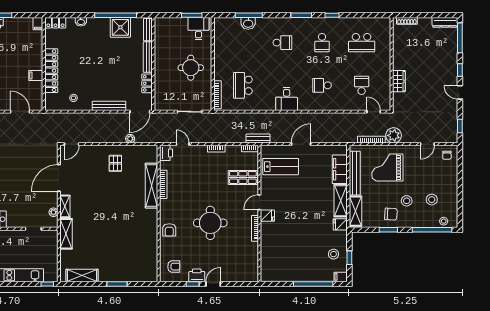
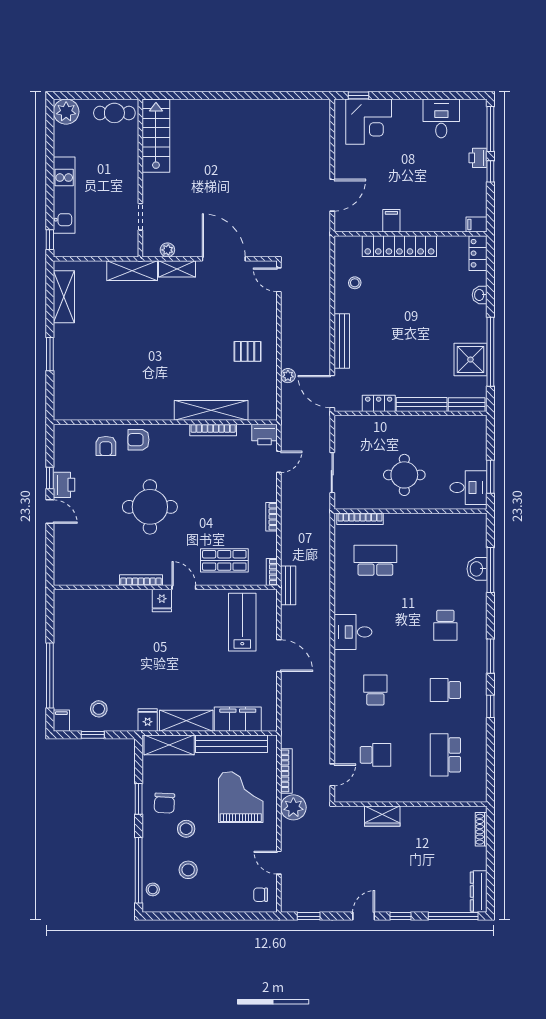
lab bench: (281, 167) -> (242, 622), turned 180
shop shelf: (243, 178) -> (224, 560), turned 90
armchair: (174, 267) -> (106, 446), moved

